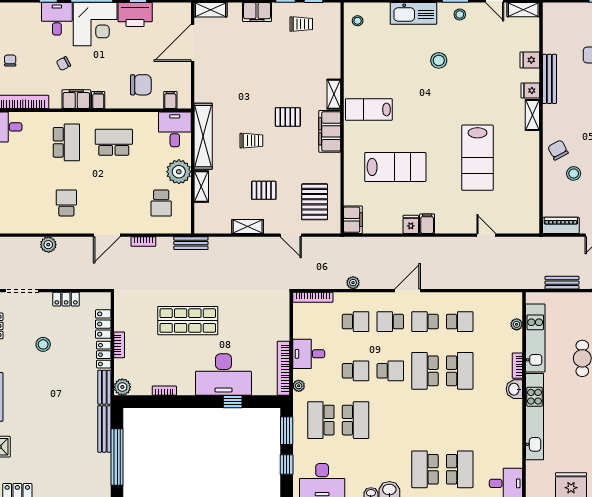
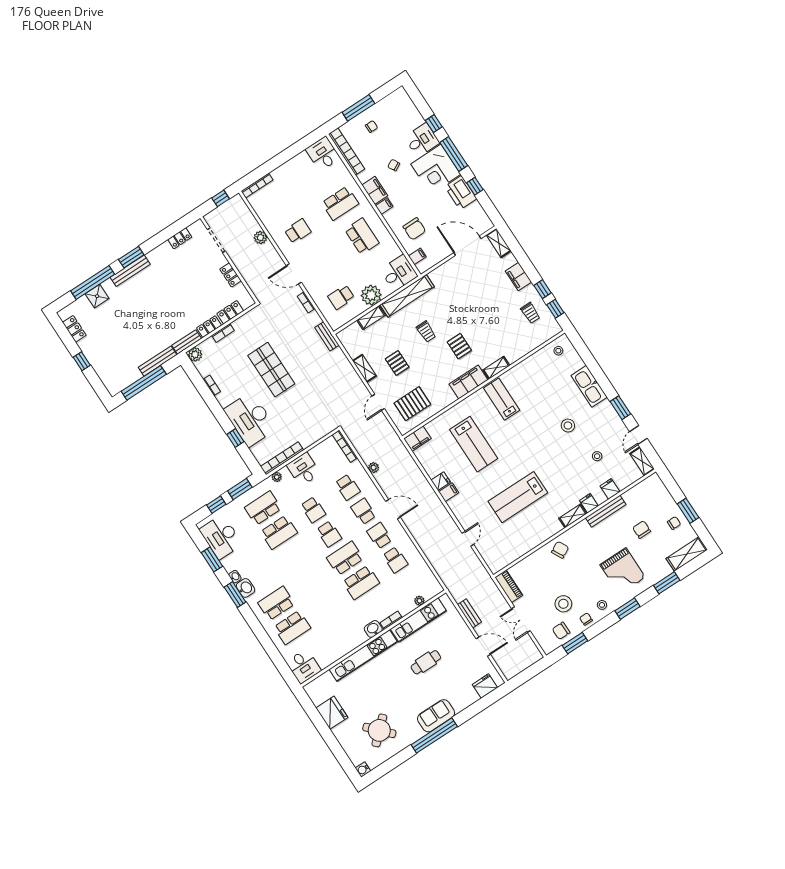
stool: (460, 14) -> (597, 456), moved
stool: (574, 173) -> (551, 571), removed
stool: (43, 344) -> (188, 280), removed

